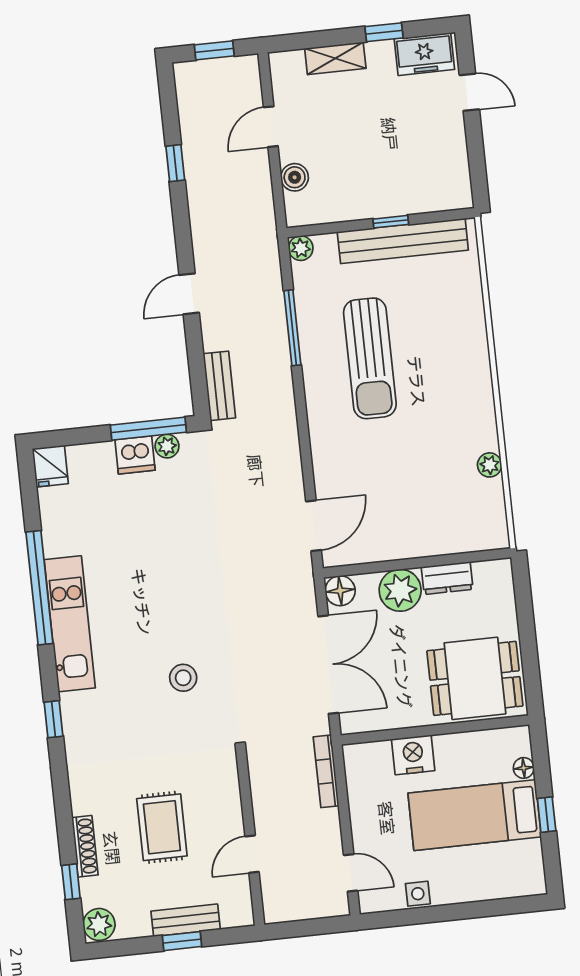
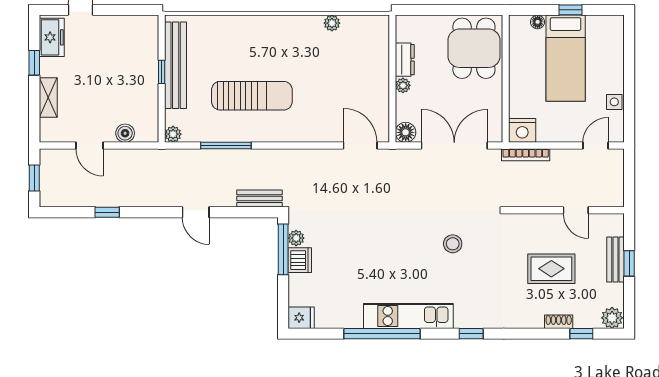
plant: (400, 590) -> (403, 85), width x0.53, depth x0.53
nightstand: (413, 755) -> (522, 130), moved, turned -90
shoe rack: (85, 846) -> (559, 322), width x0.70

